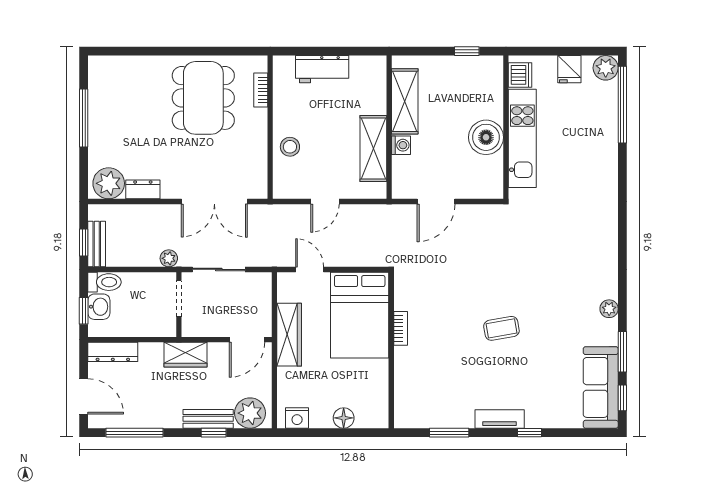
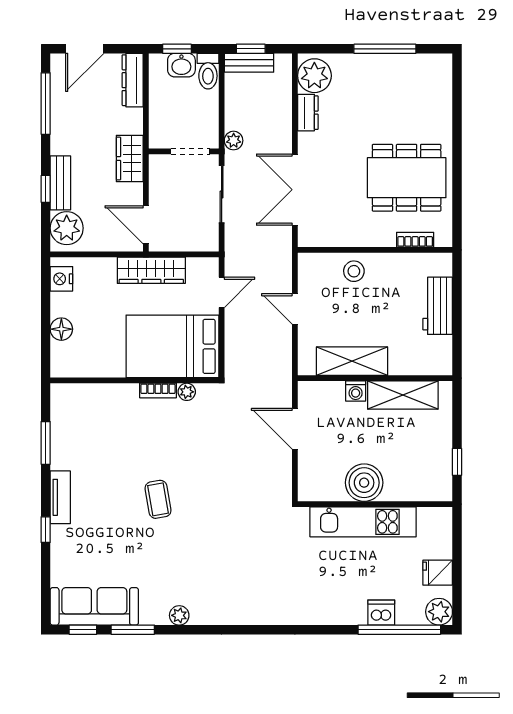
dishwasher: (520, 75) -> (381, 613), moved, turned 180
plant: (402, 302) -> (187, 392), added

